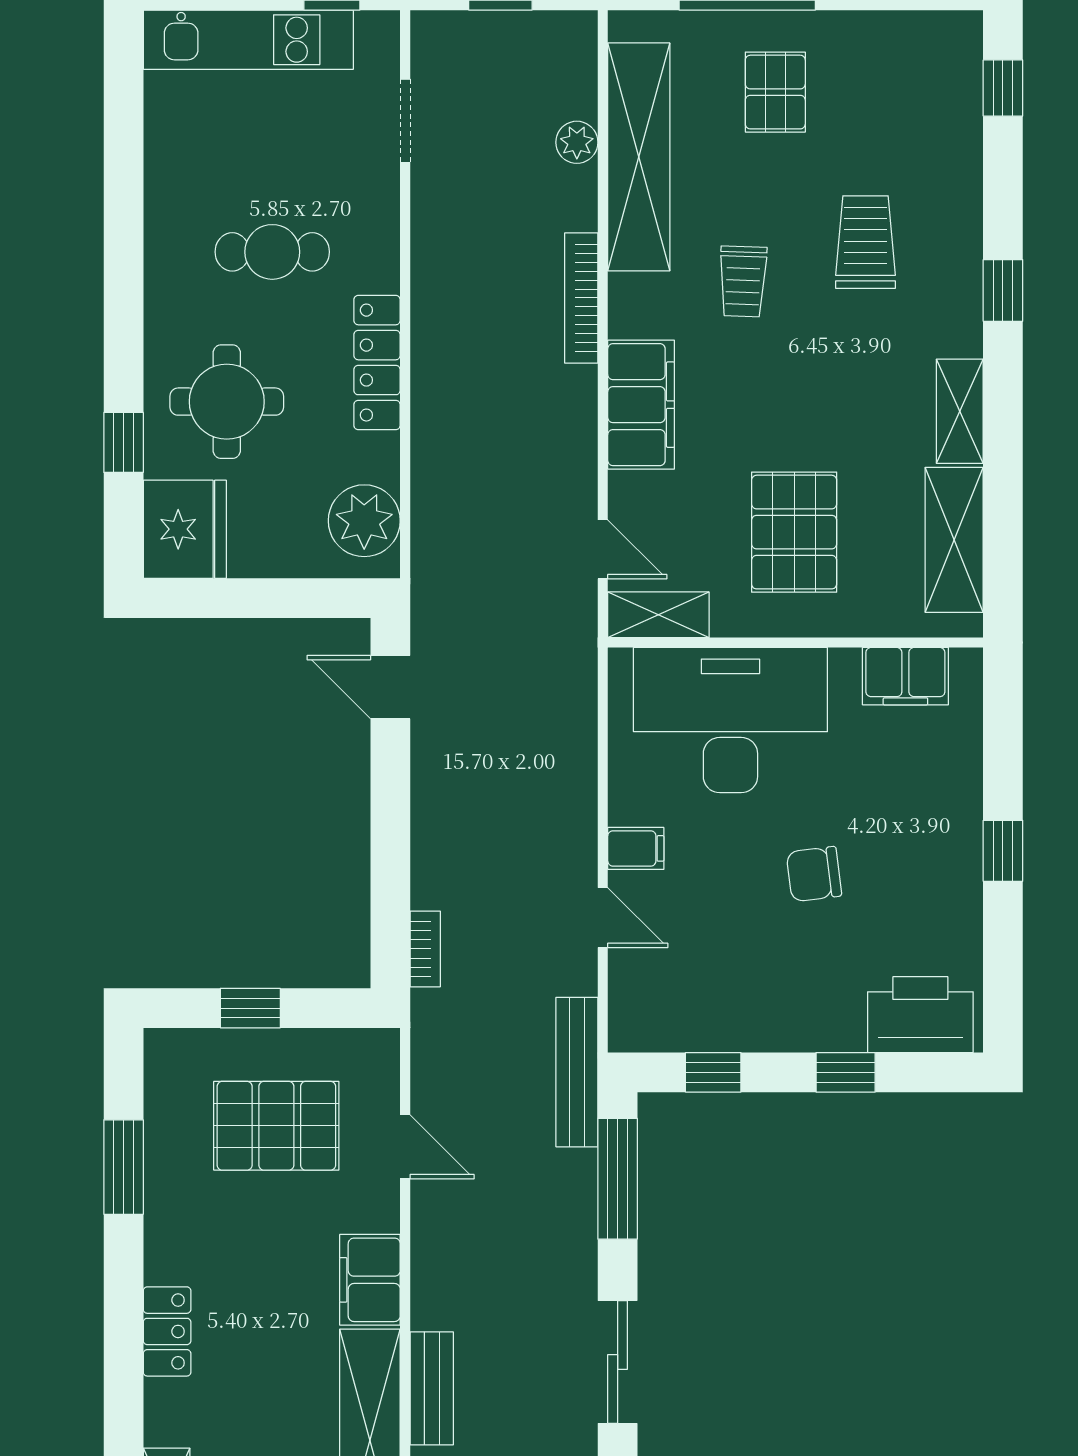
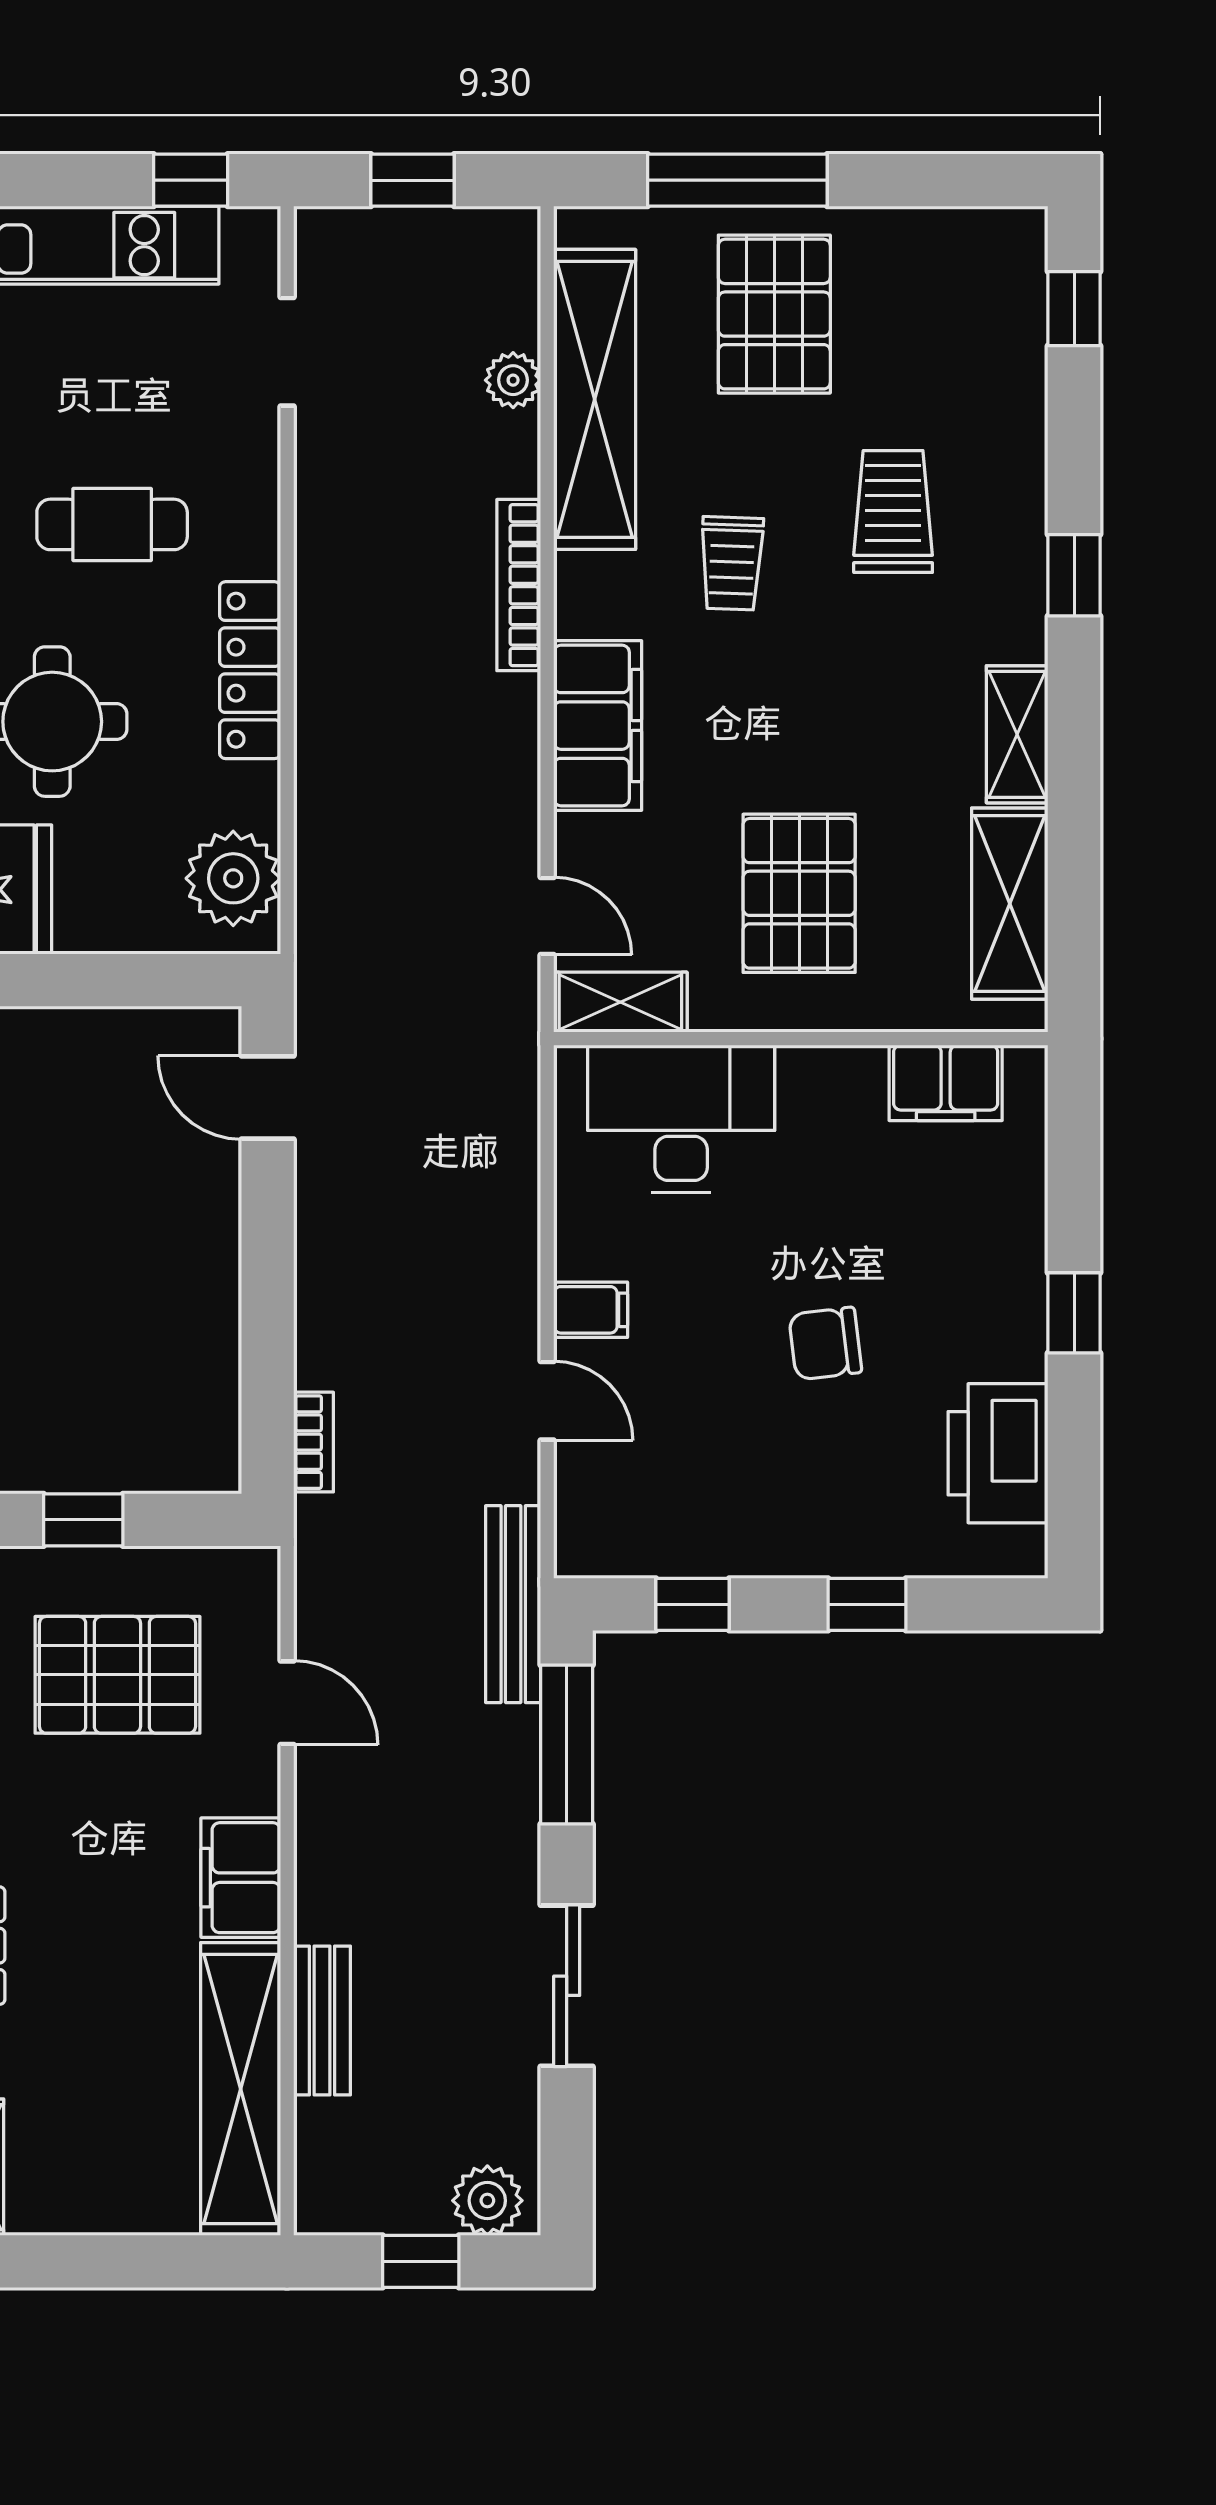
pallet: (775, 92) -> (774, 314), width x1.50, depth x1.42
desk: (730, 720) -> (681, 1119), width x0.73, depth x0.77
printer: (920, 1015) -> (998, 1453), moved, turned -90

